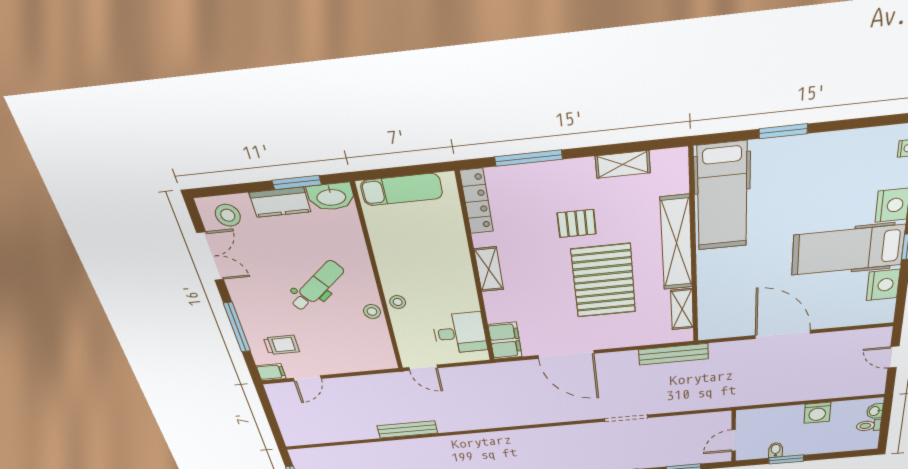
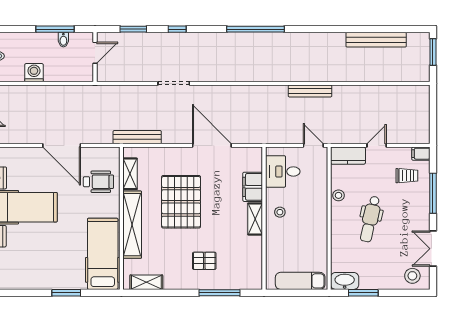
shelving: (623, 164) -> (146, 282), moved
locker: (477, 201) -> (255, 268), removed
kitchen counter: (280, 202) -> (348, 156), moved, turned 180
pallet: (577, 223) -> (204, 261), moved
dental chair: (317, 286) -> (370, 219), turned -38
wheelchair: (729, 295) -> (98, 182), added
stool: (398, 302) -> (280, 212), moved
filing cabinet: (505, 341) -> (253, 187), moved
trolley: (282, 345) -> (407, 176), turned 180
door: (307, 378) -> (377, 145), moved
bench: (407, 429) -> (310, 91), moved
window: (786, 459) -> (55, 29), width x1.44

